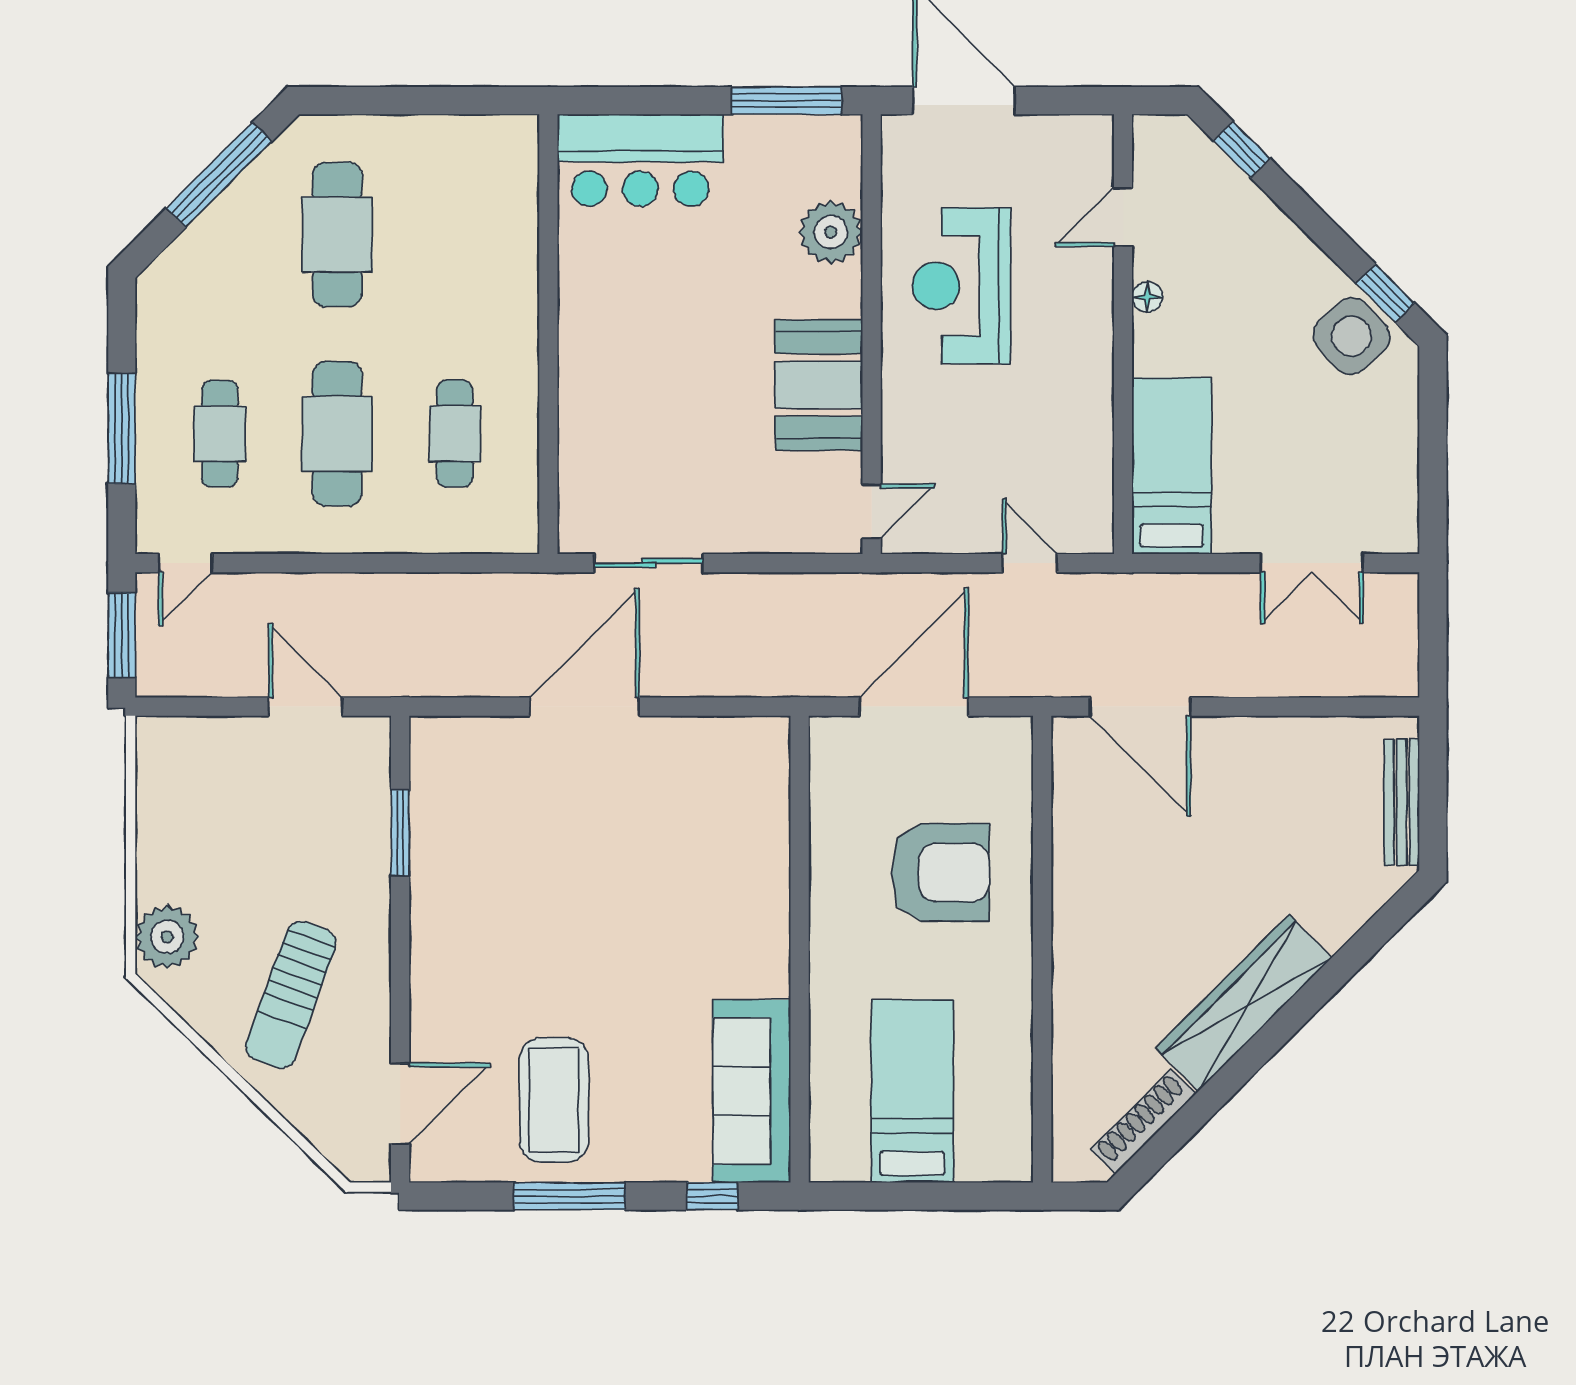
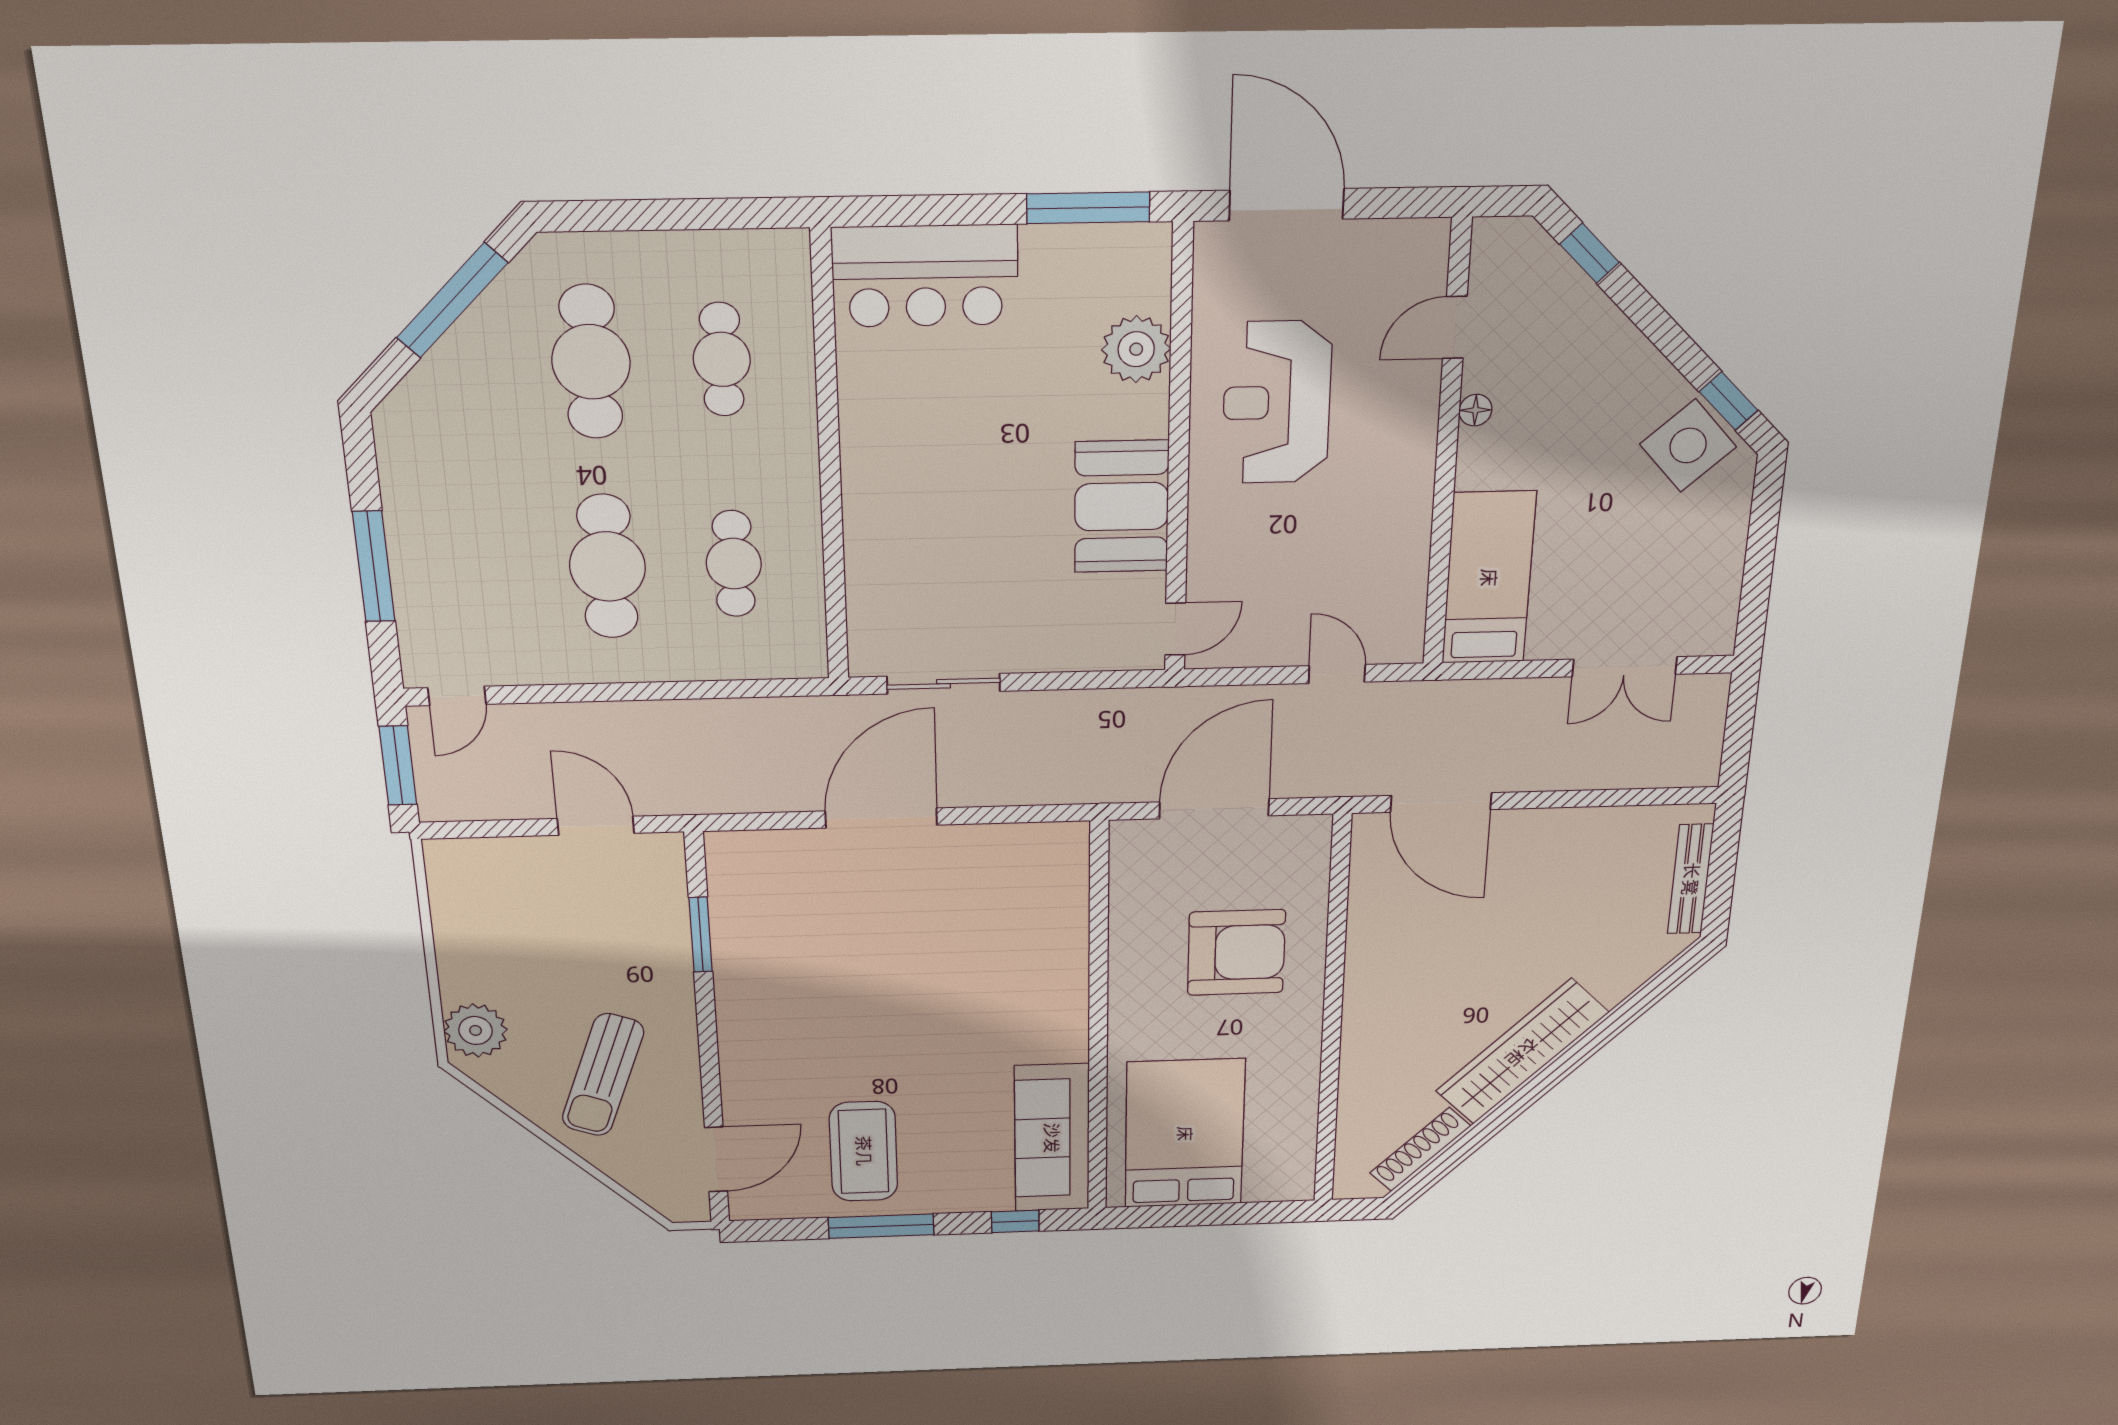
cafe table: (220, 434) -> (722, 359), moved
bed: (912, 1091) -> (1185, 1134), width x1.50

